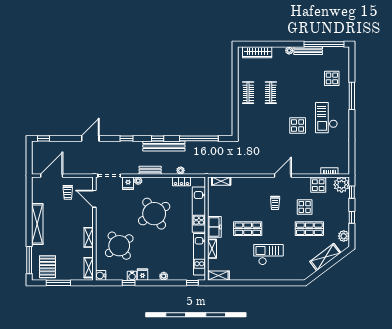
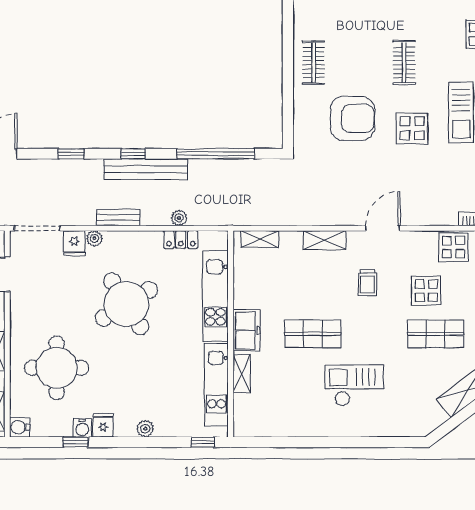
clothes rail: (271, 93) -> (404, 63), moved
armchair: (268, 121) -> (353, 118), added
round table: (119, 246) -> (57, 368), turned 36
shelving: (218, 276) -> (325, 240), moved

